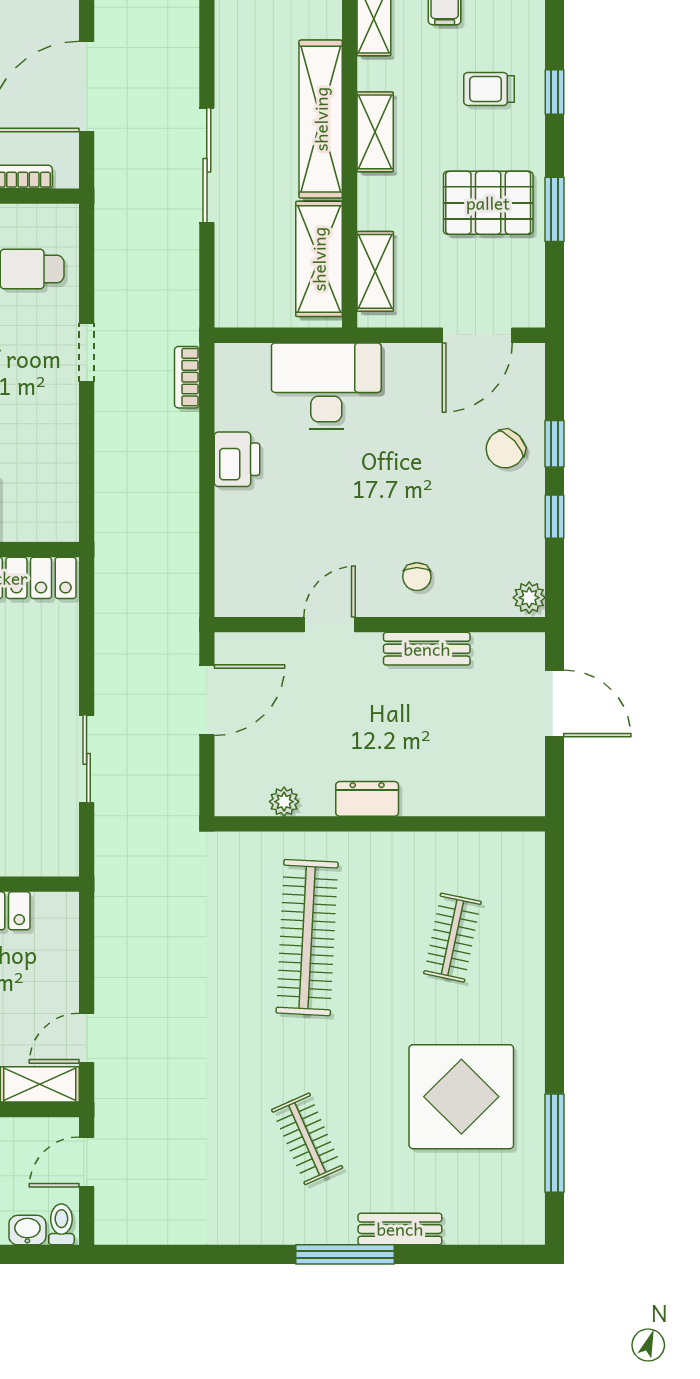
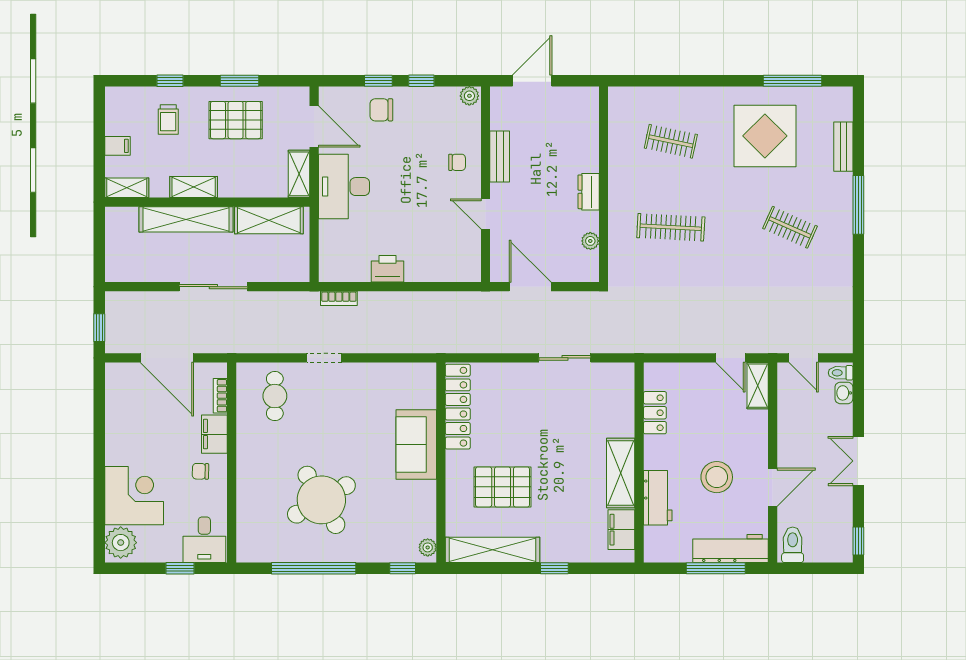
pallet: (488, 203) -> (236, 120), turned 90
shelving: (375, 271) -> (299, 174), moved, turned 90
desk: (326, 386) -> (344, 187), moved
chair: (505, 449) -> (381, 110), turned 133
clothes rail: (307, 938) -> (671, 227), width x0.73, depth x0.76
clothes rail: (307, 1139) -> (790, 227), turned 48
bench: (400, 1229) -> (843, 147), moved

